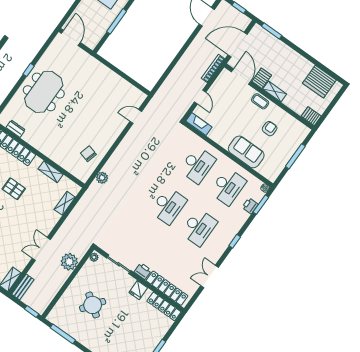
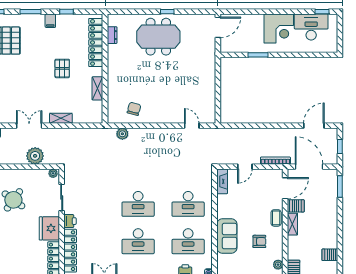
window: (117, 21) -> (258, 55), width x0.69
server rack: (319, 82) -> (330, 255), width x0.46, depth x0.70
plant: (299, 127) -> (278, 265), added
shelving: (65, 203) -> (61, 118), moved
fridge: (138, 290) -> (49, 228), width x1.88, depth x1.34

